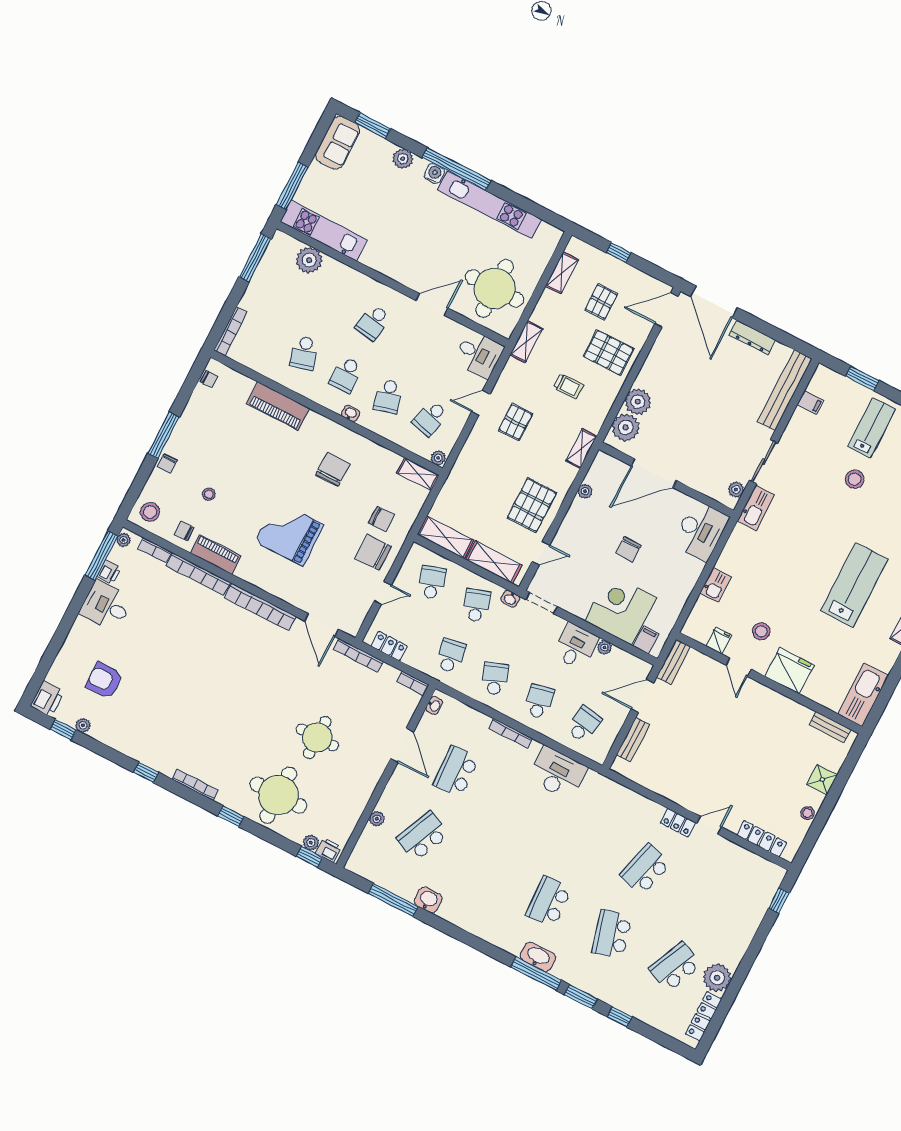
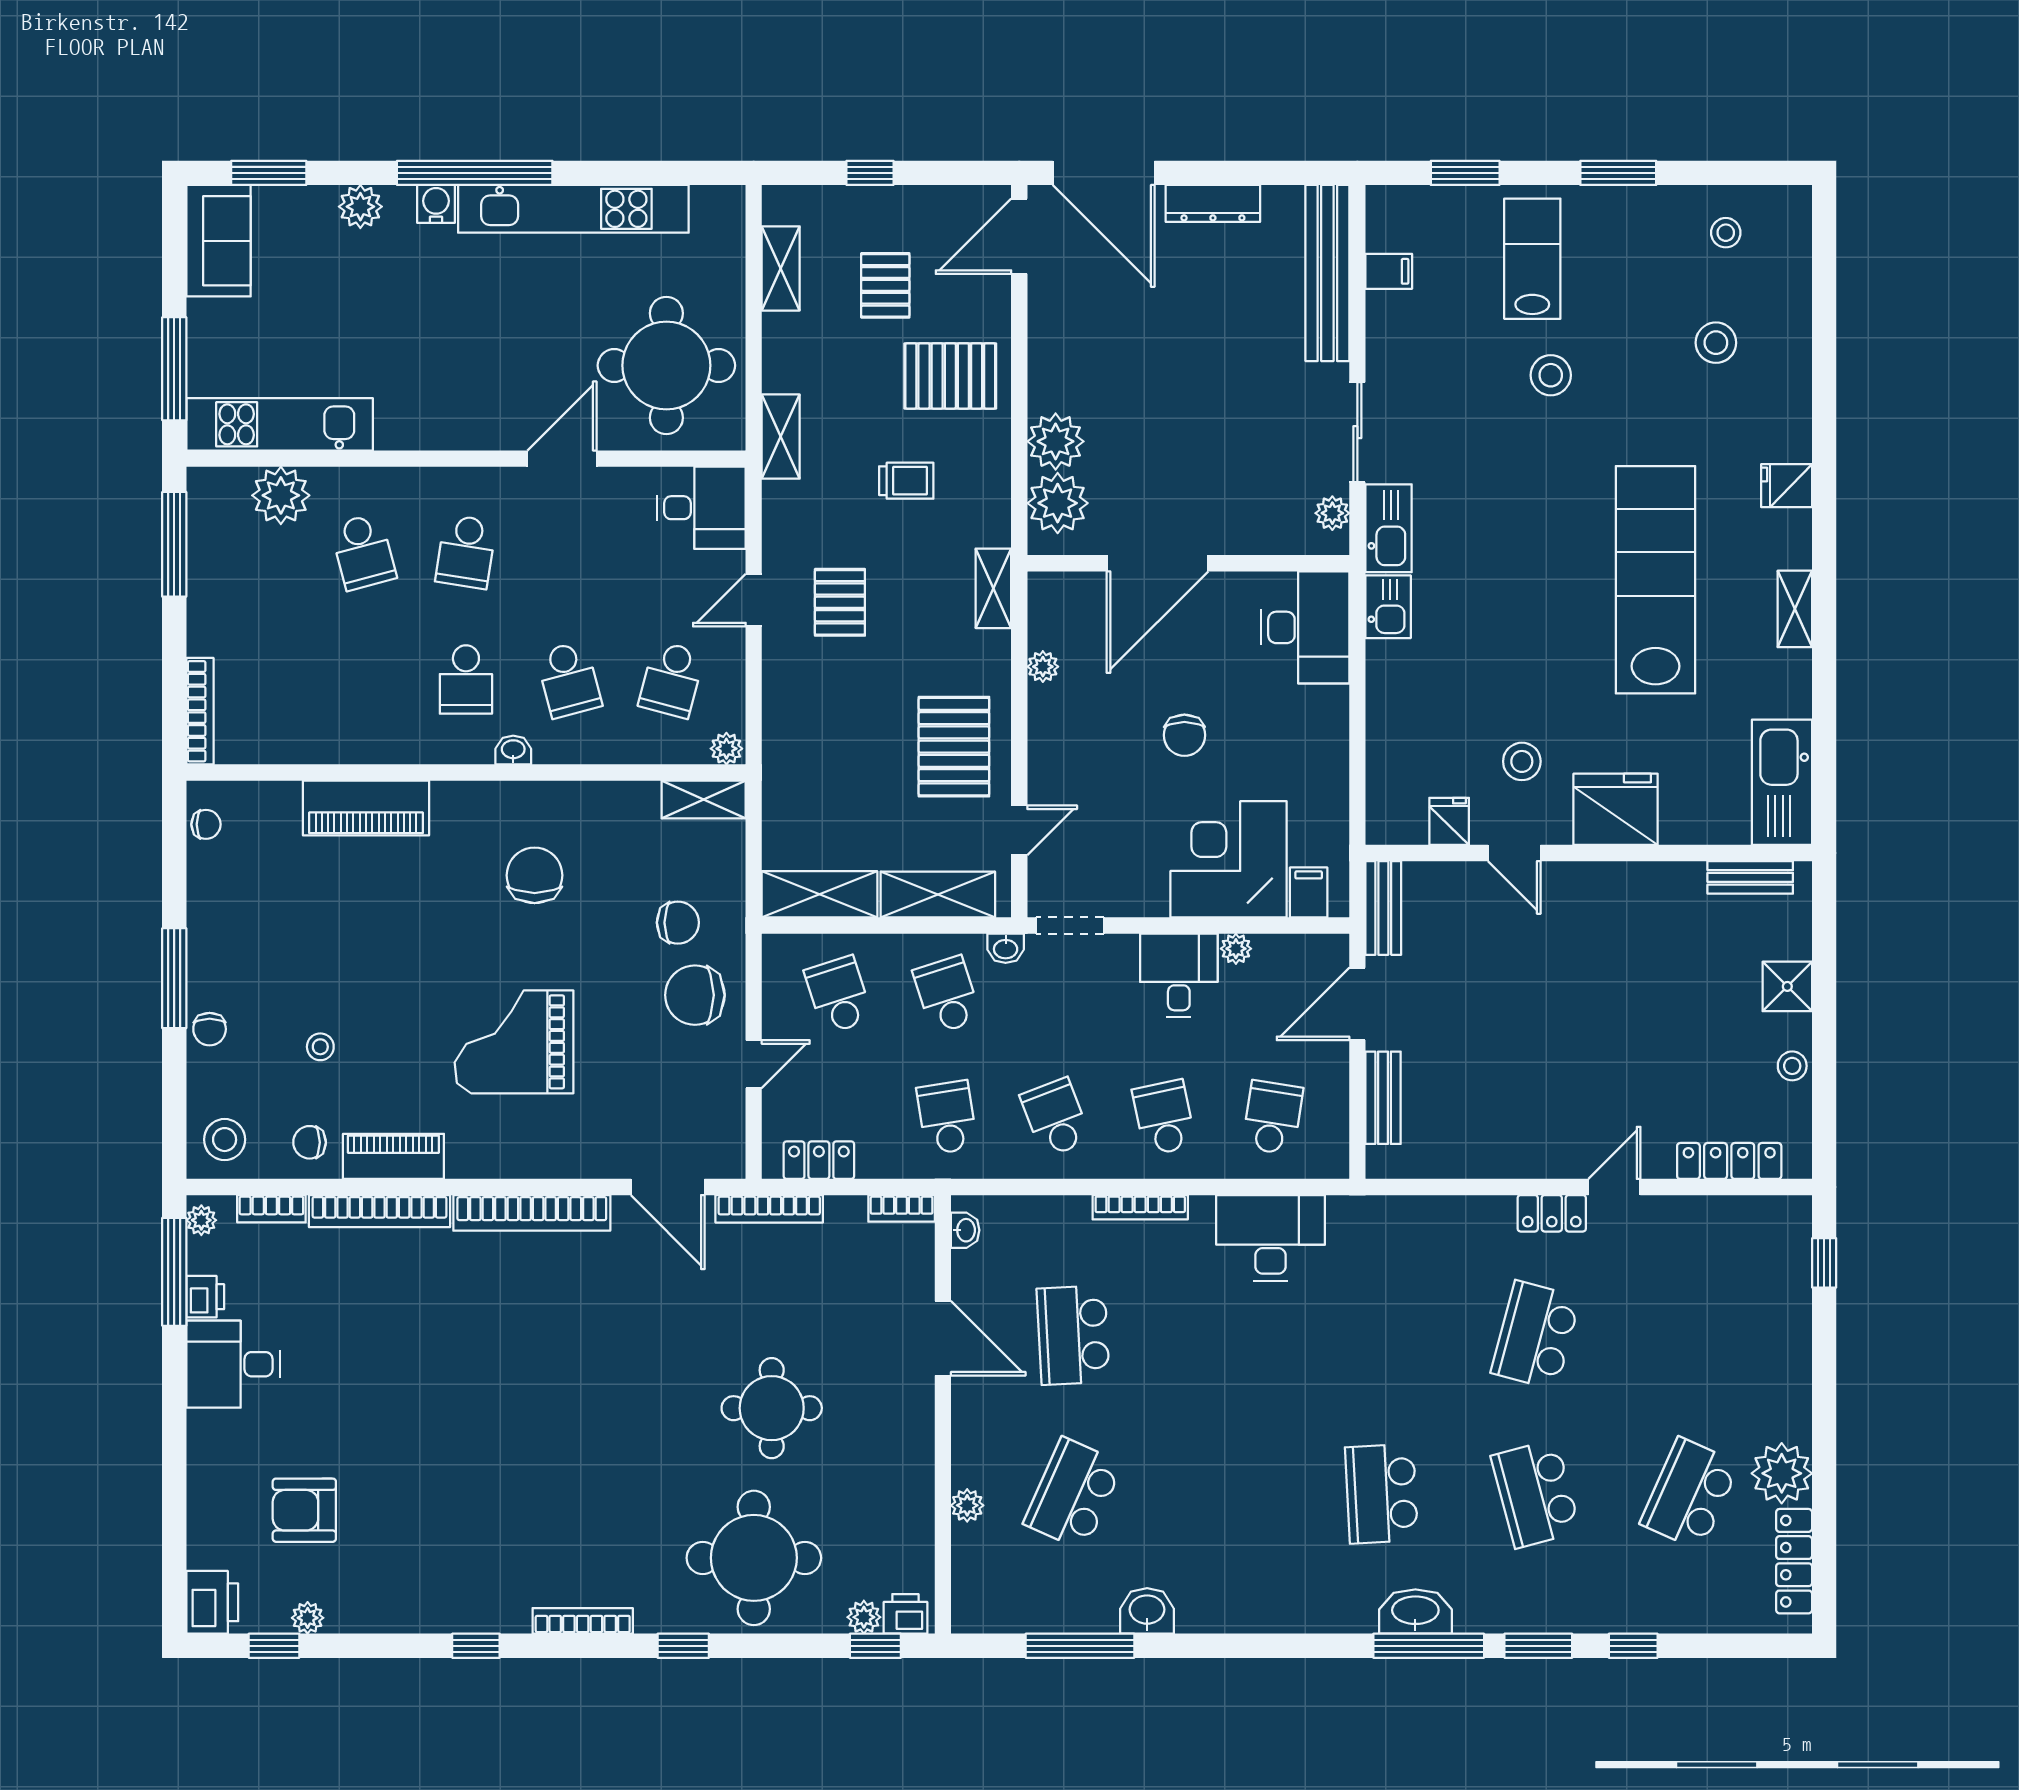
school desk: (304, 353) -> (363, 552), moved
kitchen sink: (716, 585) -> (1388, 607), moved
lab bench: (854, 585) -> (1656, 580), width x1.36

